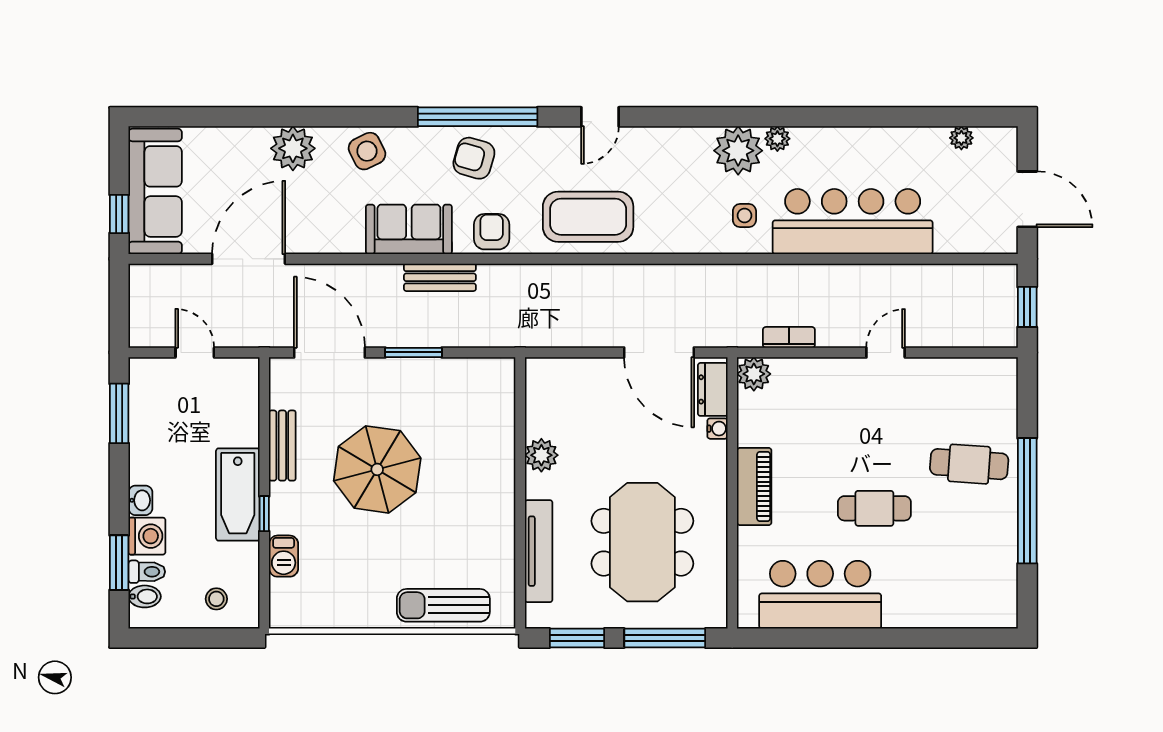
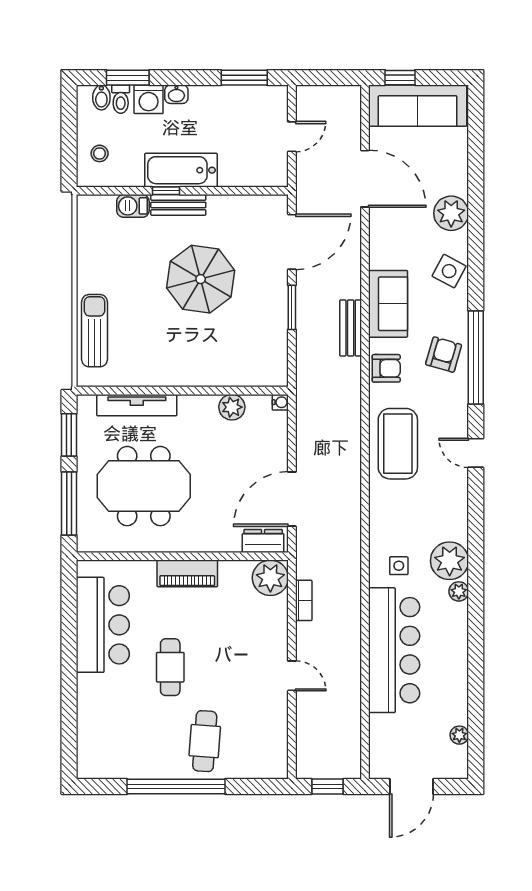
side table: (367, 151) -> (449, 271), turned -36
plant: (754, 374) -> (270, 578), width x1.36, depth x1.36
water cooler: (717, 429) -> (280, 402), moved, turned -90
bench: (282, 446) -> (178, 205), moved
plant: (541, 455) -> (232, 407), moved

